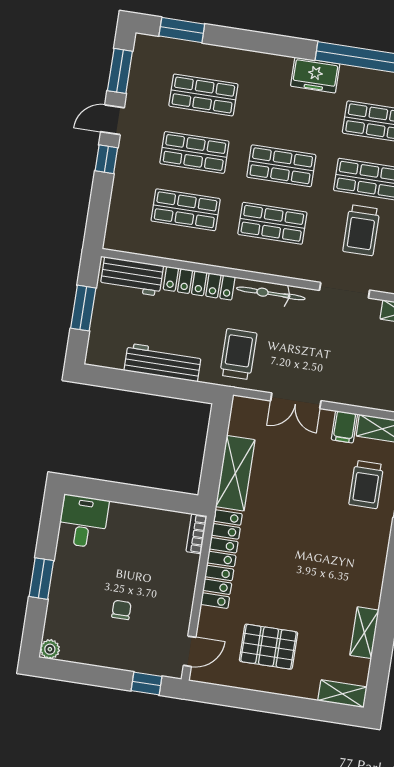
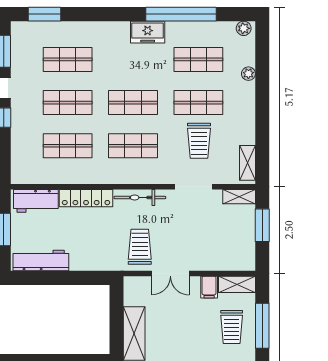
trolley: (238, 354) -> (140, 247), moved
workbench: (163, 362) -> (41, 260), moved

